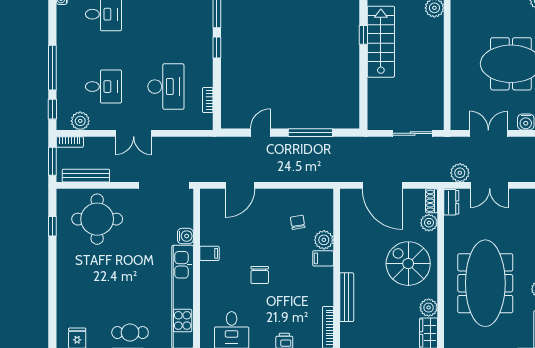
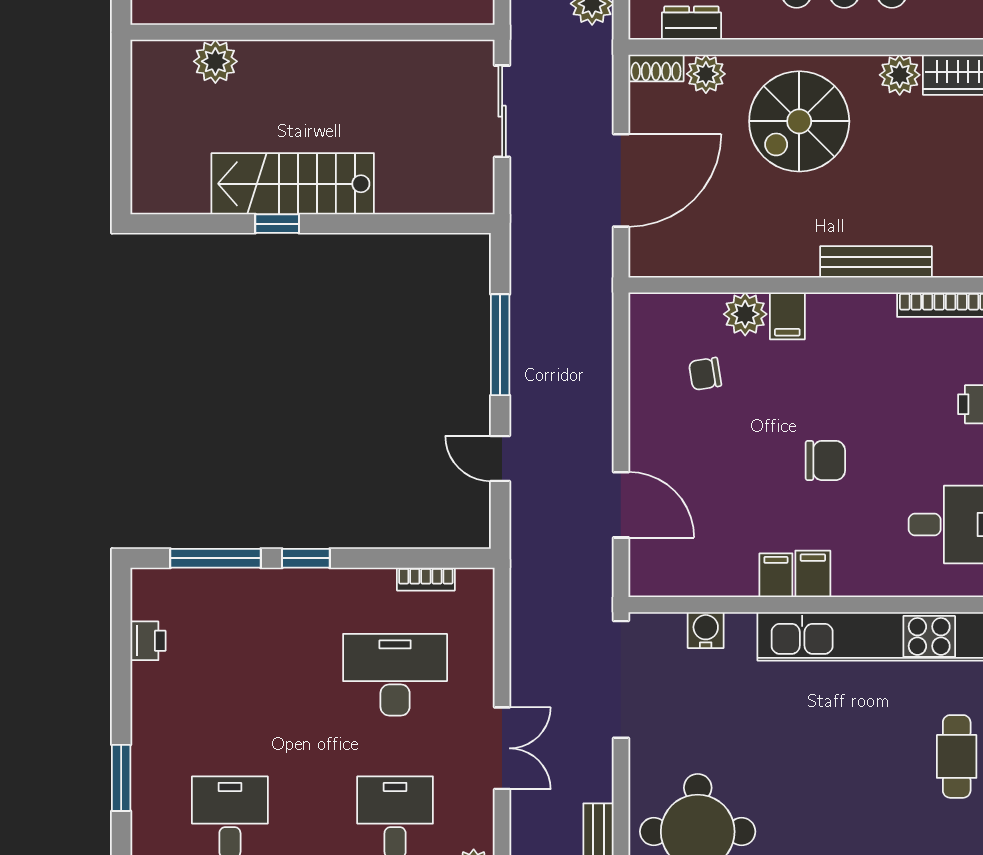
dresser: (451, 202) -> (691, 23), moved
water cooler: (185, 236) -> (706, 630), moved
filing cabinet: (210, 270) -> (813, 574), added

